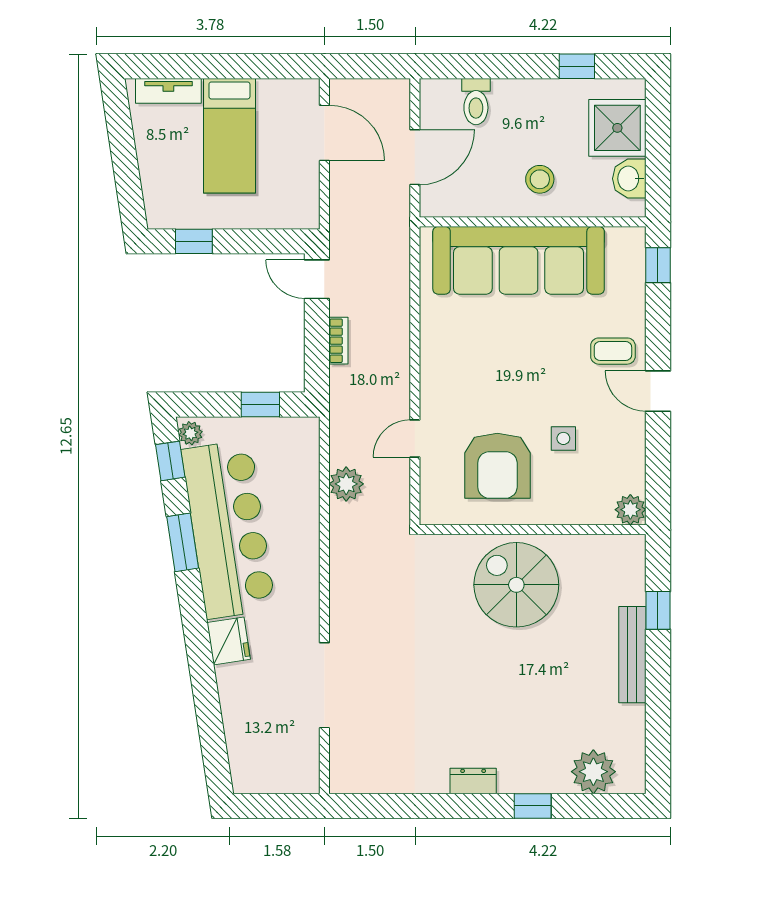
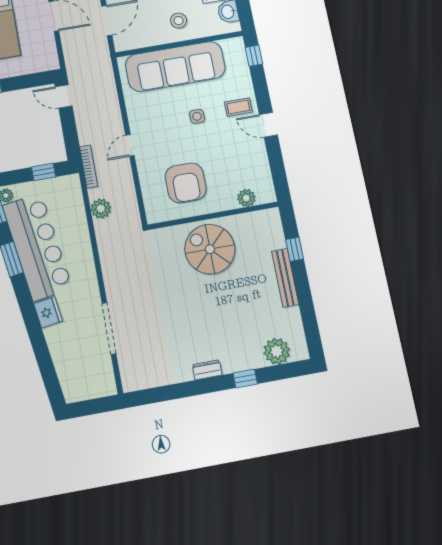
bookcase: (338, 341) -> (89, 167), moved, width x1.56
side table: (563, 438) -> (197, 116), moved
door: (415, 439) -> (130, 145), moved
plant: (630, 510) -> (246, 198), moved

